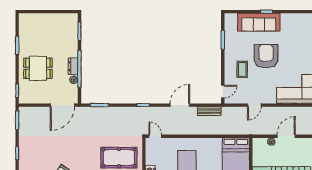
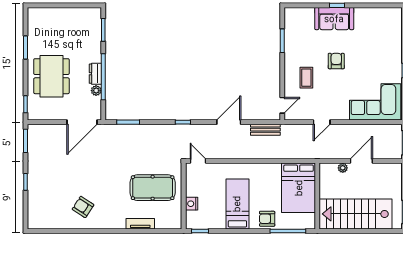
sofa: (259, 22) -> (334, 19), width x0.73
armchair: (266, 56) -> (336, 61), width x0.53, depth x0.53
dining table: (38, 68) -> (51, 76), width x1.37

